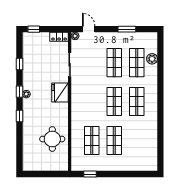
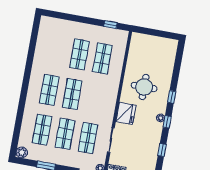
plant: (152, 59) -> (22, 152), moved
shop shelf: (92, 63) -> (88, 138), added
round table: (52, 139) -> (144, 87), moved

